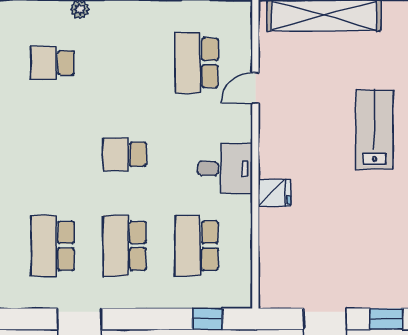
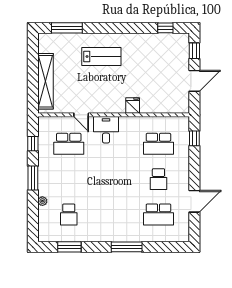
lab bench: (374, 130) -> (101, 56), turned 180
school desk: (125, 154) -> (114, 179), removed
desk: (225, 168) -> (106, 130), moved
school desk: (125, 246) -> (158, 179), width x0.54

